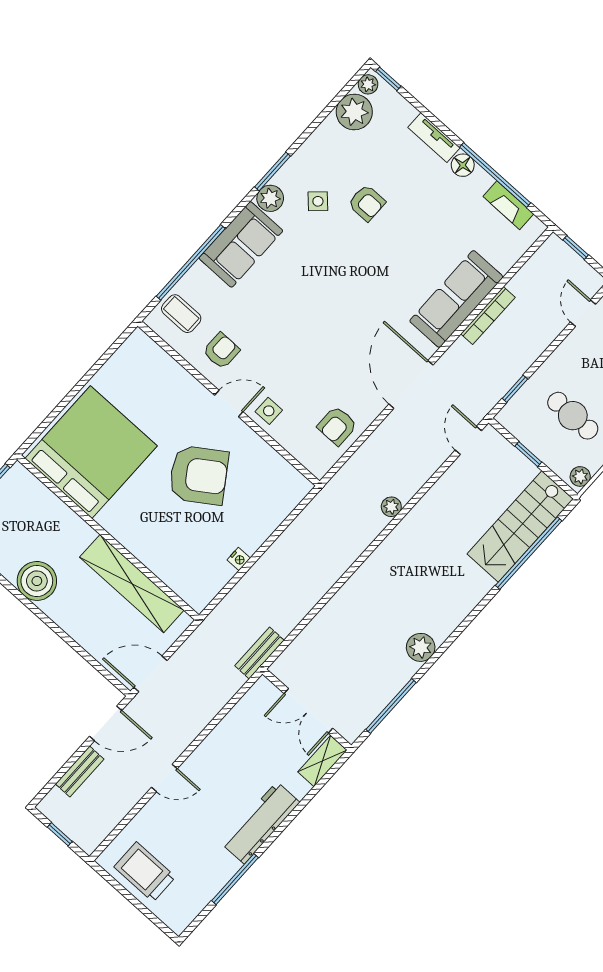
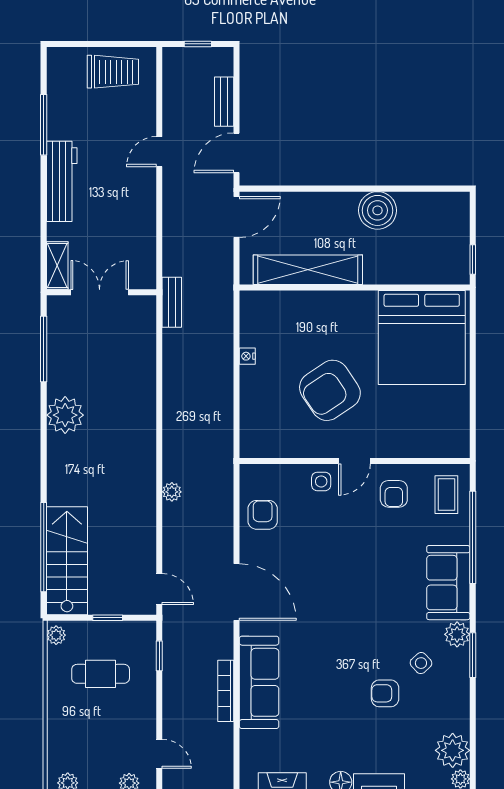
coffee table: (181, 314) -> (446, 495), turned 90
plant: (421, 647) -> (65, 415), width x1.36, depth x1.36

